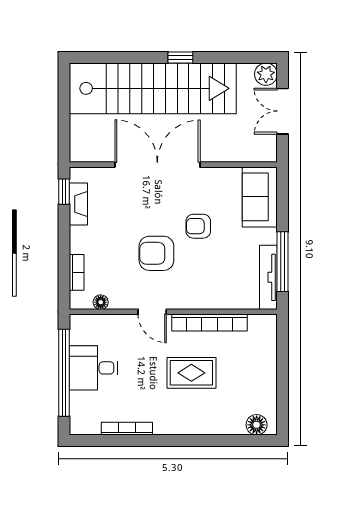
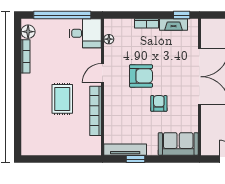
armchair: (156, 253) -> (141, 76), turned 90
window: (283, 262) -> (135, 159), width x0.46
bookcase: (77, 272) -> (146, 23), moved
desk: (93, 368) -> (85, 33), moved, turned 90
floor lamp: (257, 425) -> (28, 32), moved

